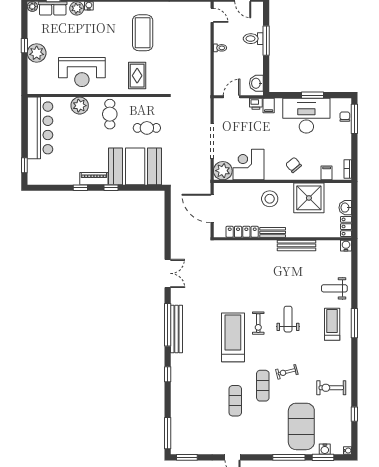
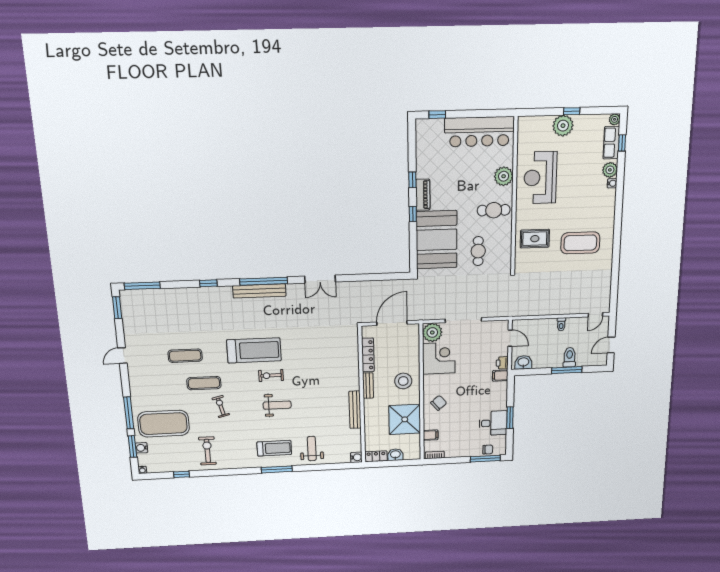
desk: (306, 116) -> (493, 423), width x0.53, depth x0.77

